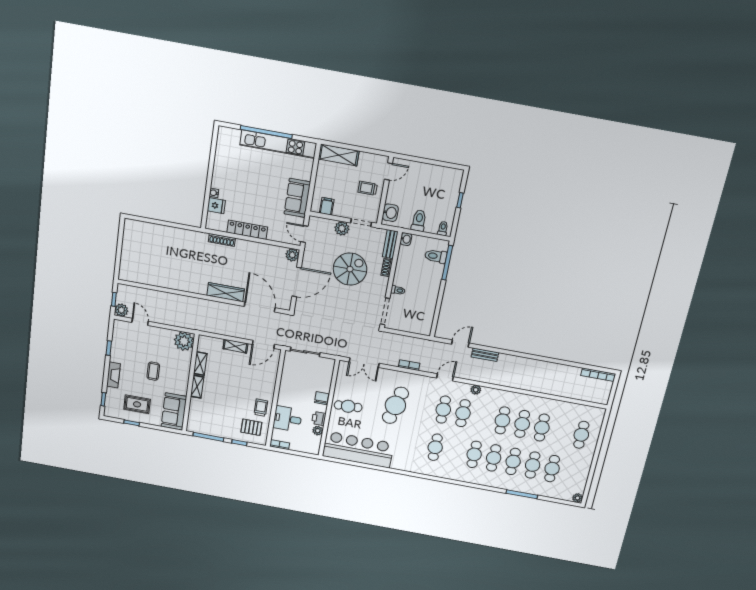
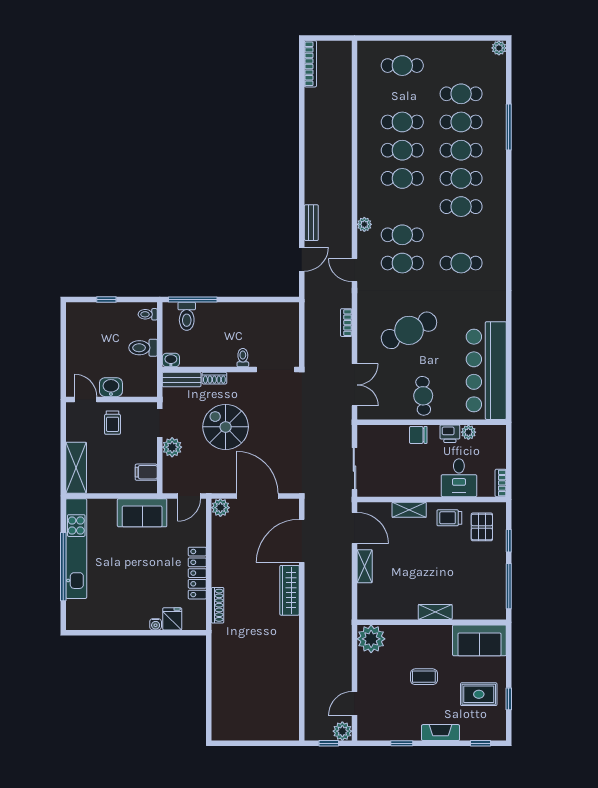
washbasin: (390, 213) -> (111, 387), moved
door: (460, 344) -> (302, 259), swing flipped
shelving: (200, 364) -> (409, 510), moved
rug: (137, 404) -> (479, 694), turned 90
cafe table: (395, 405) -> (409, 330), turned -39

